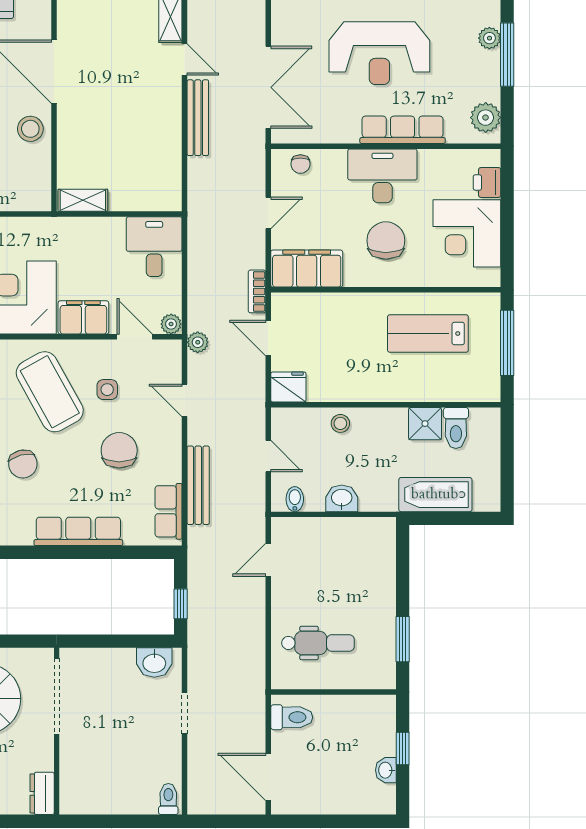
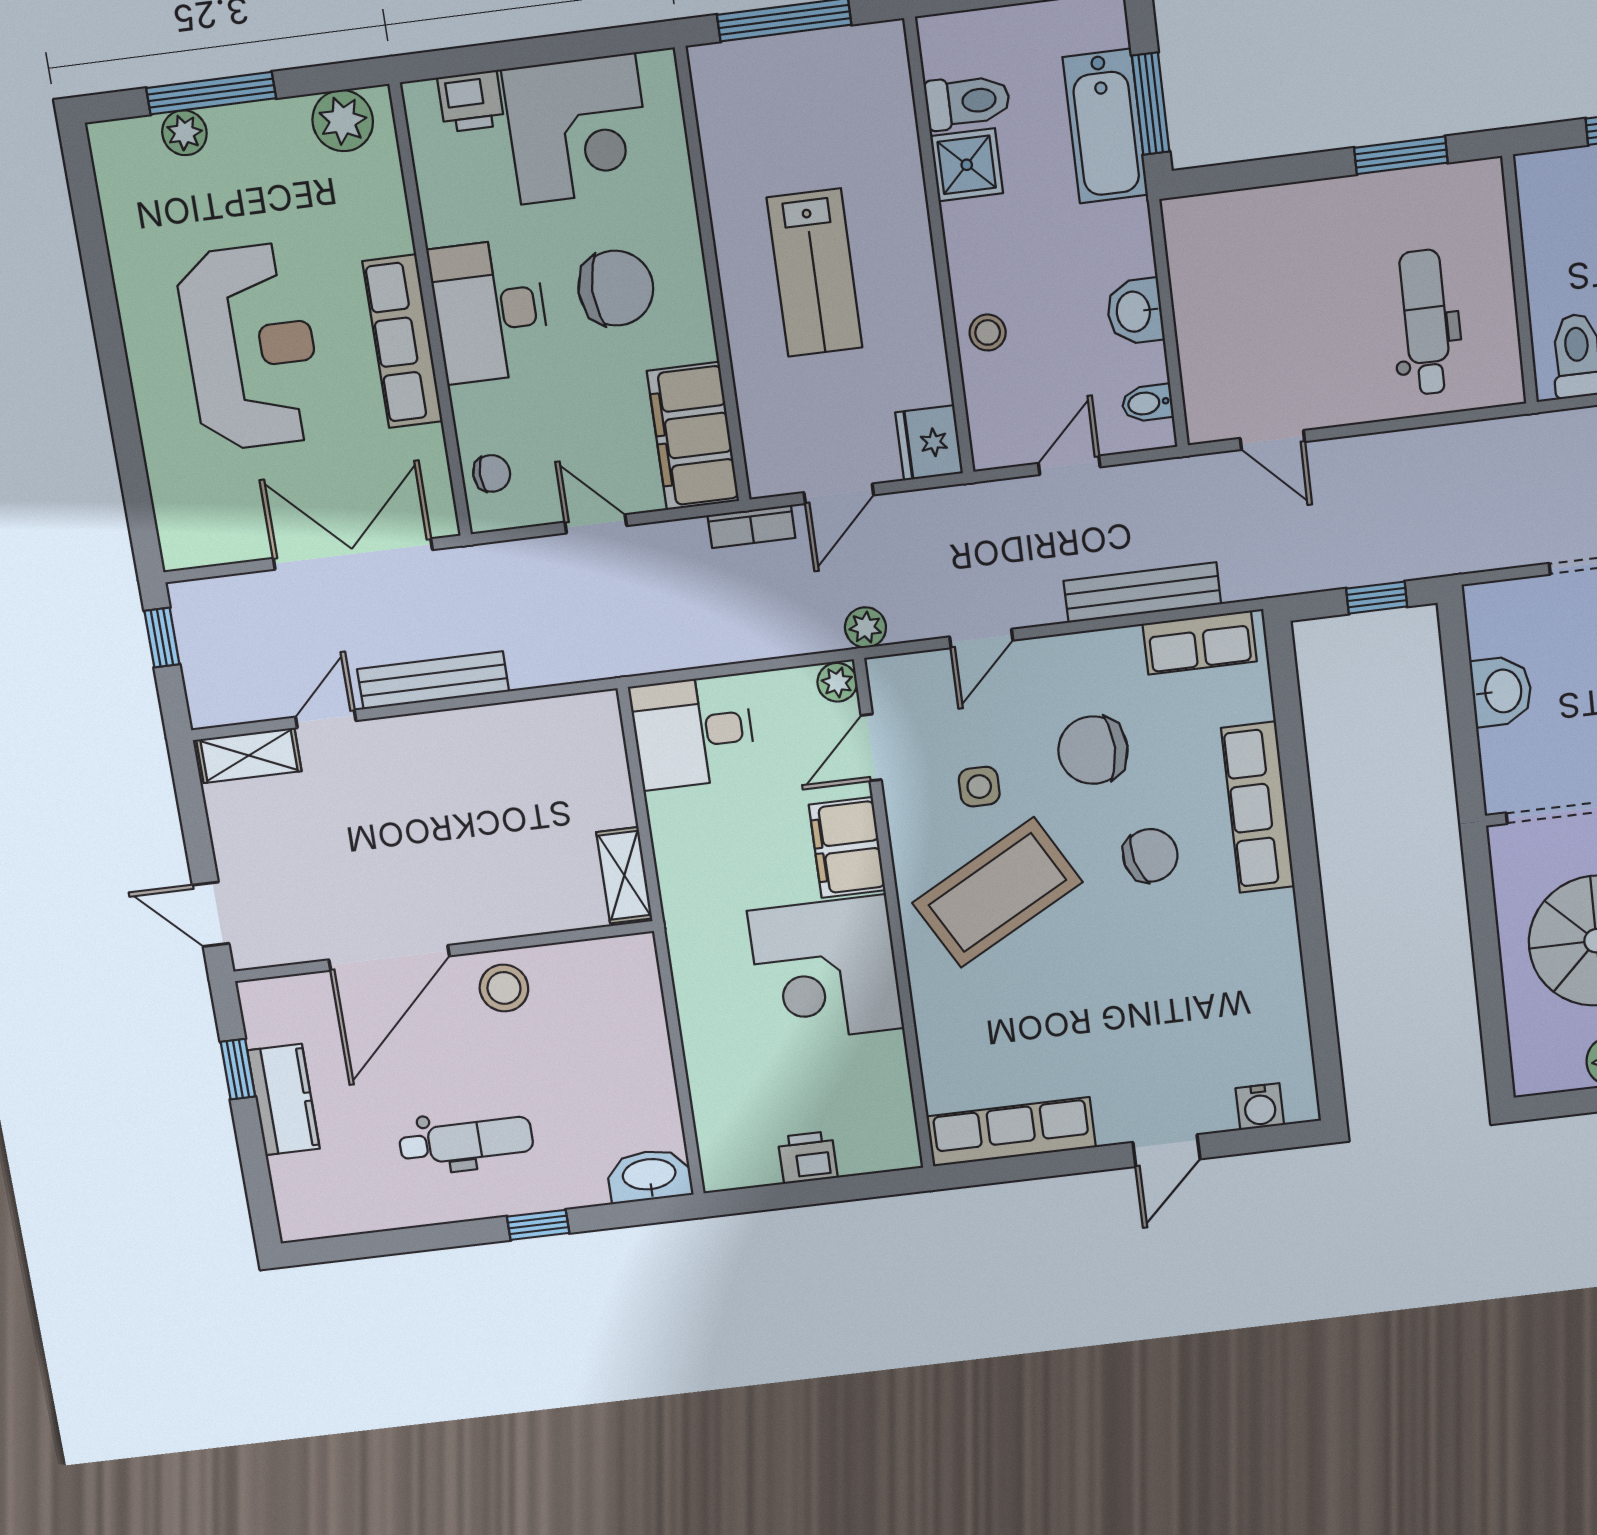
row of seats: (403, 130) -> (403, 341), moved
chair: (386, 241) -> (616, 288), turned 180
lab bench: (428, 334) -> (815, 273), moved
chair: (23, 464) -> (1150, 855), moved
window: (444, 518) -> (1151, 104), added
washbasin: (154, 662) -> (1502, 691), moved

